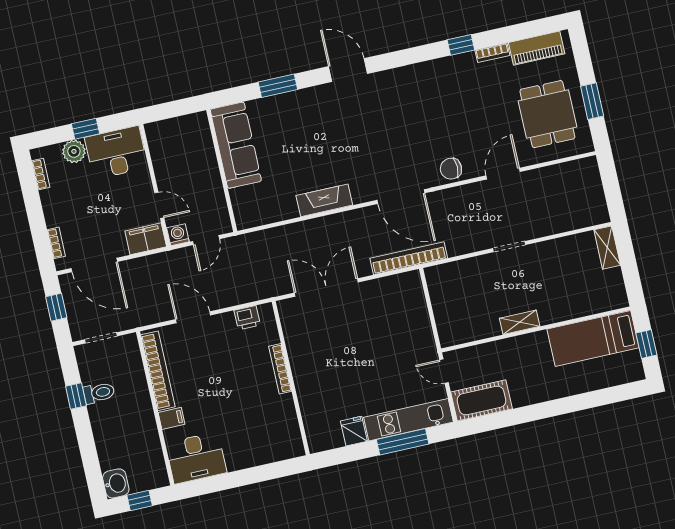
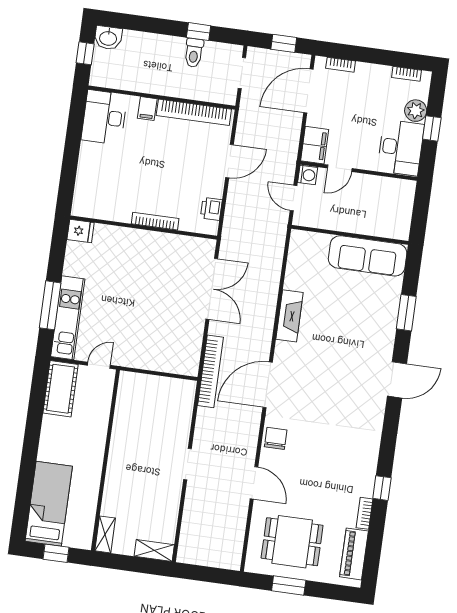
shelving: (520, 322) -> (105, 534), moved
bed: (593, 338) -> (49, 504), moved
fridge: (354, 431) -> (81, 231), moved

